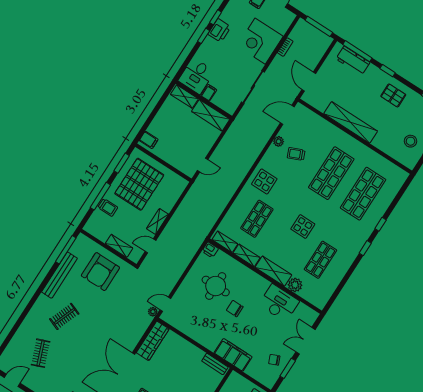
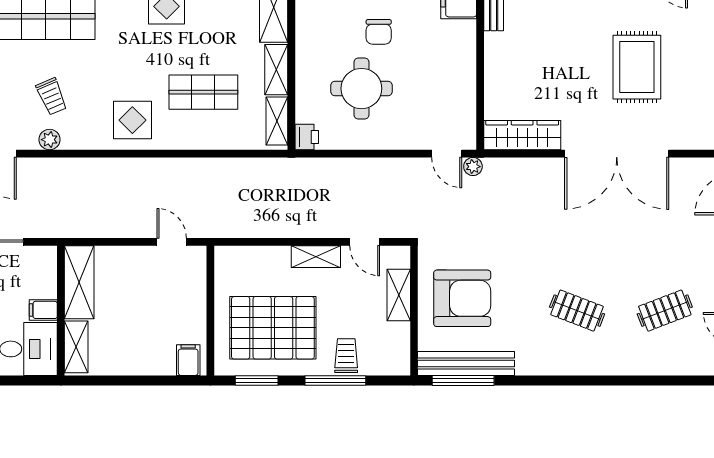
bench: (59, 275) -> (466, 364), moved

